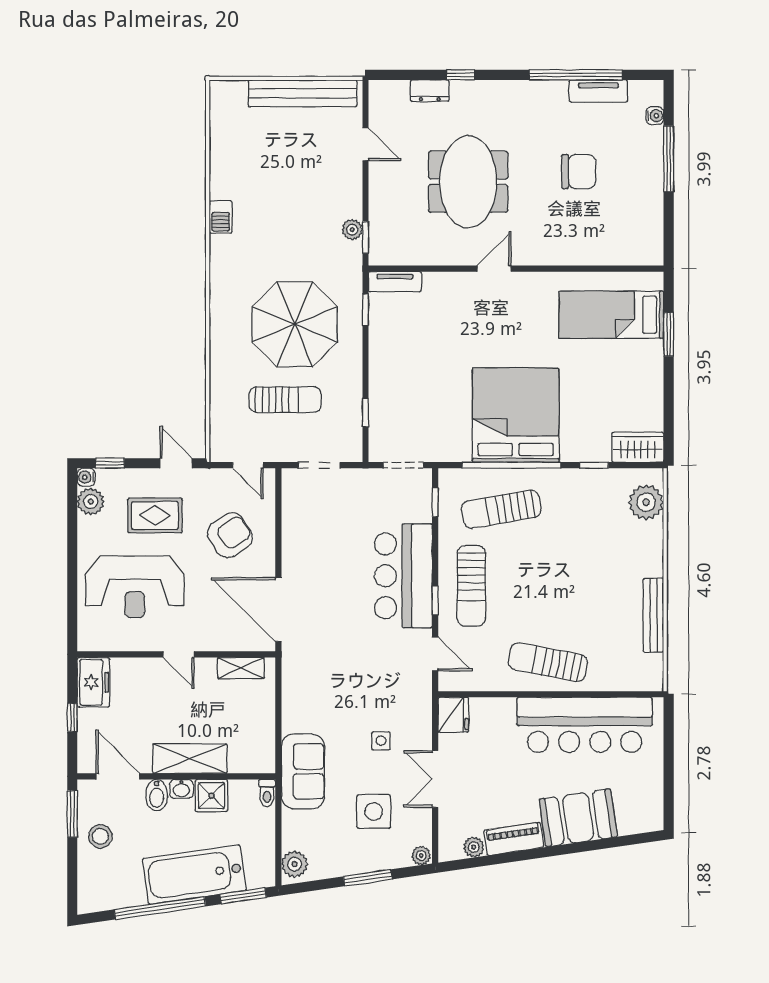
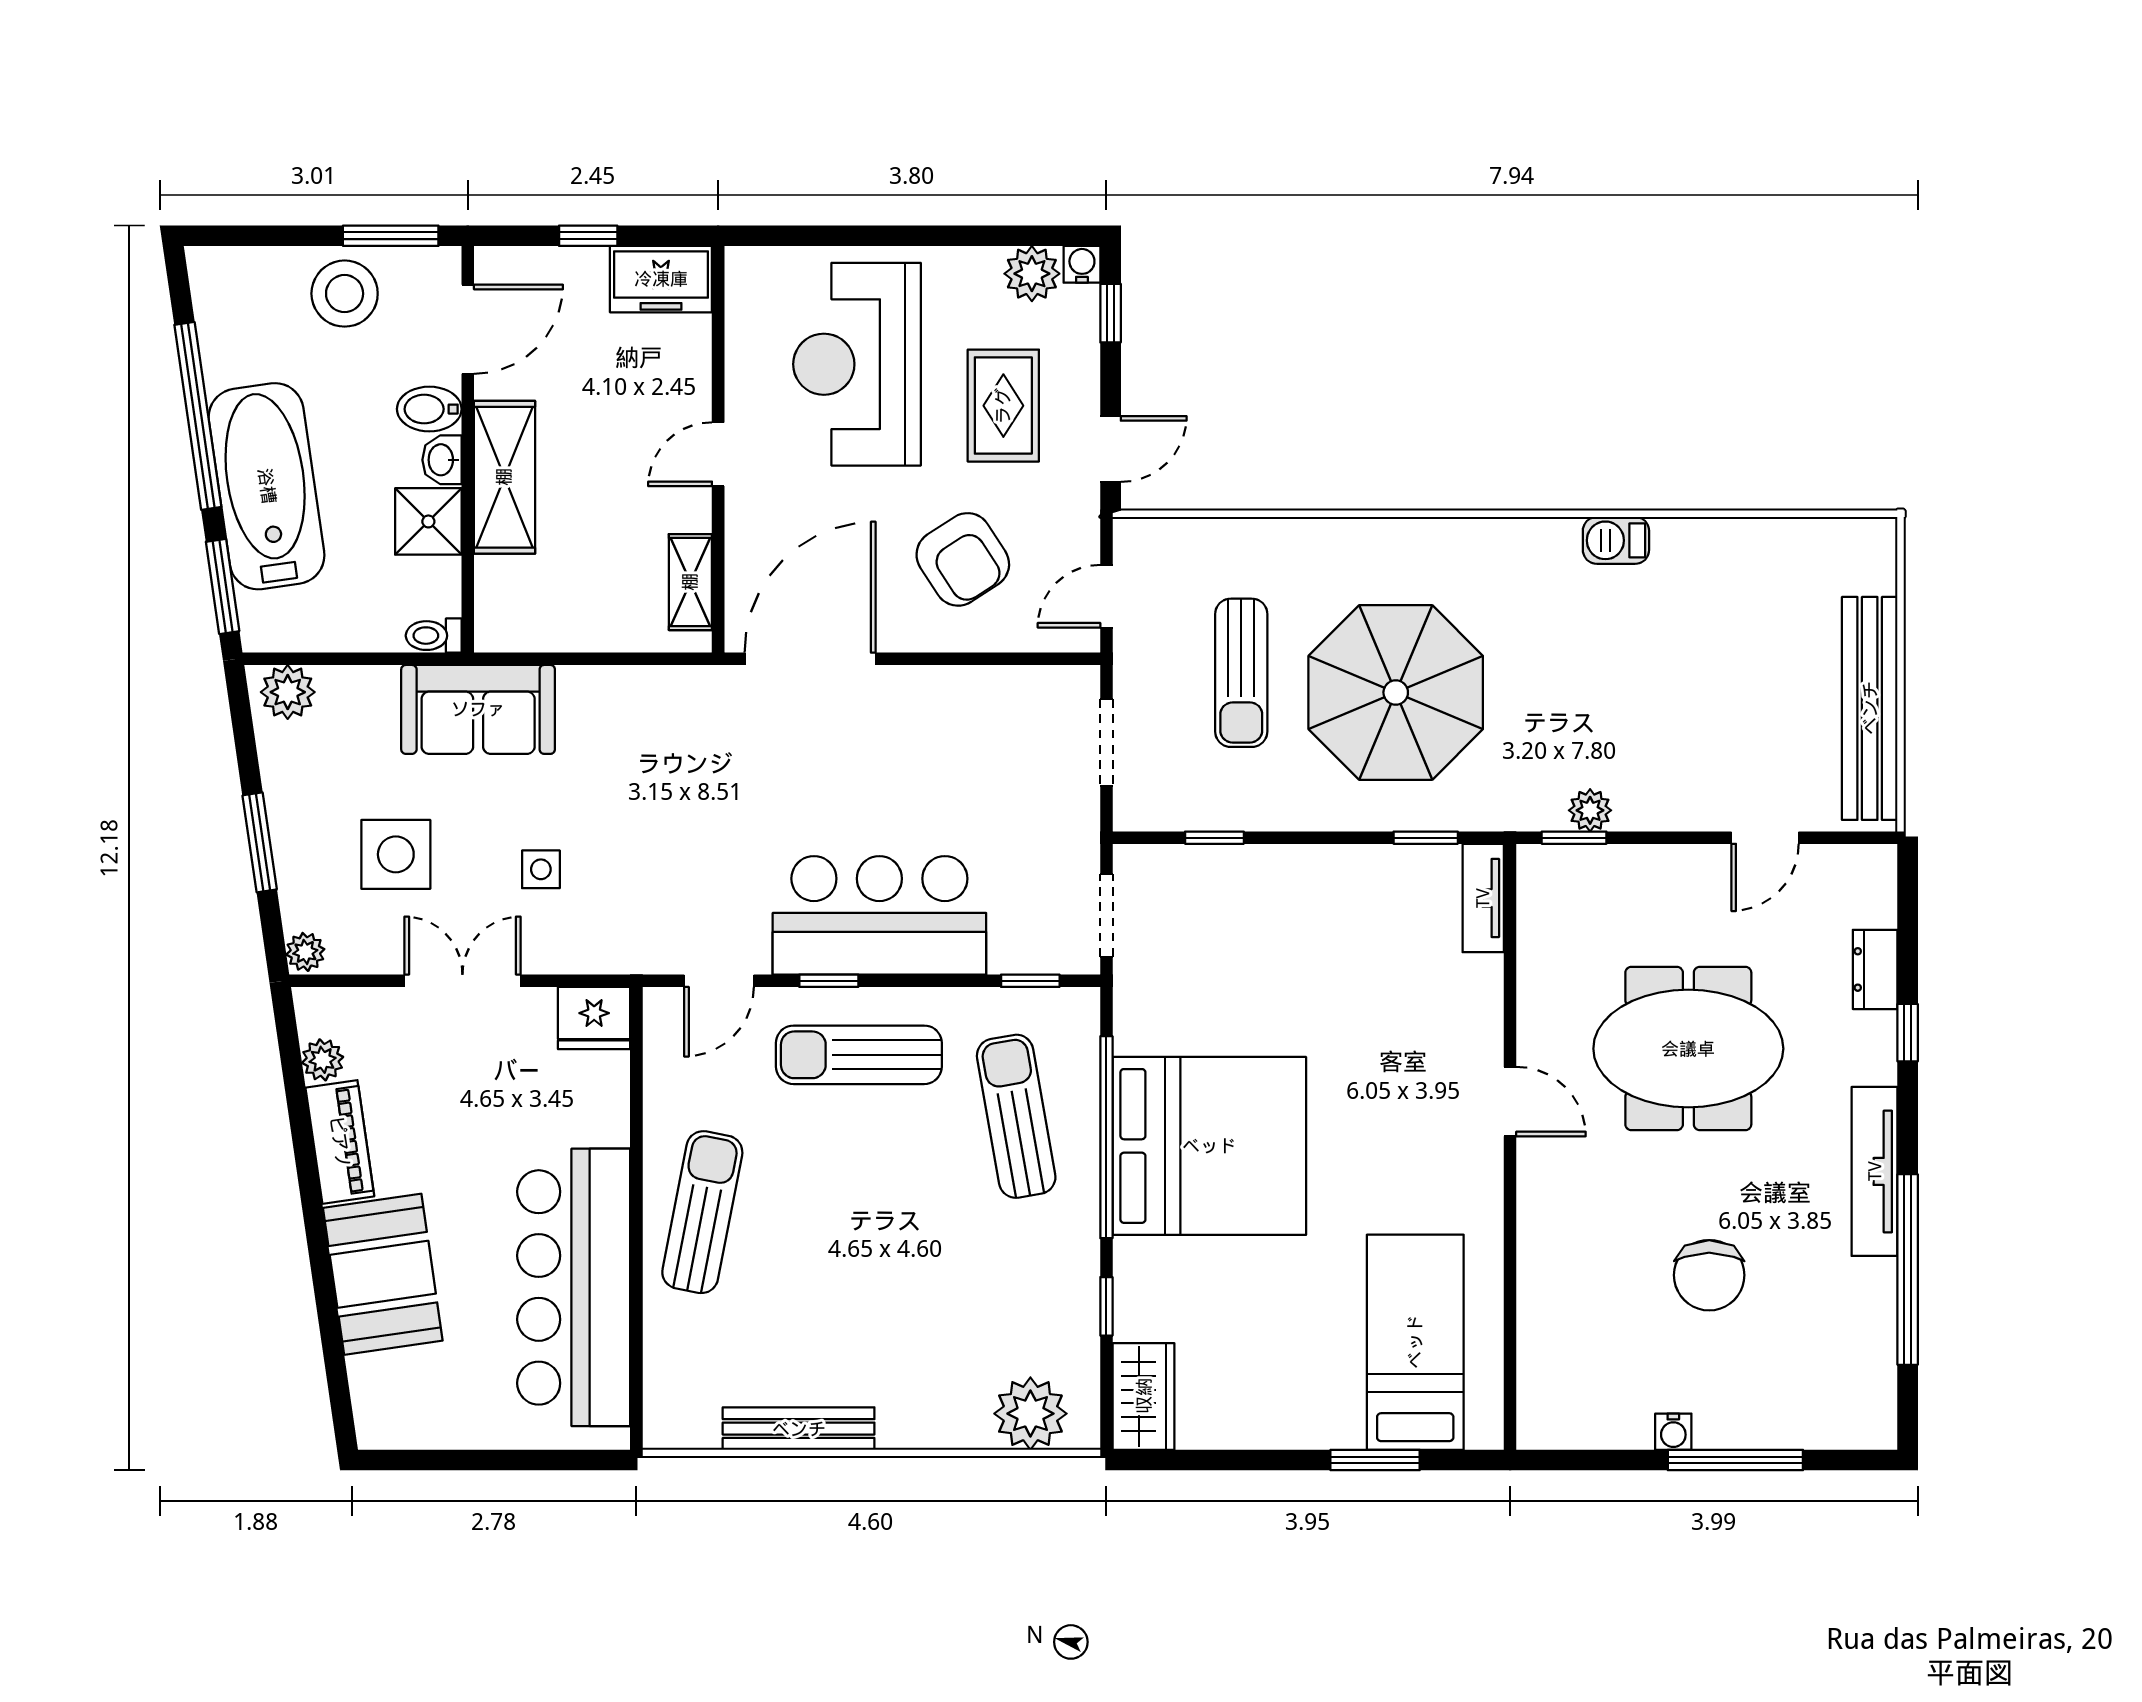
tv unit: (598, 91) -> (1875, 1171), moved, width x1.41
water cooler: (655, 116) -> (1673, 1432), moved
stool: (100, 836) -> (345, 294), width x1.38, depth x1.38

